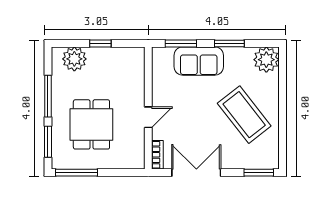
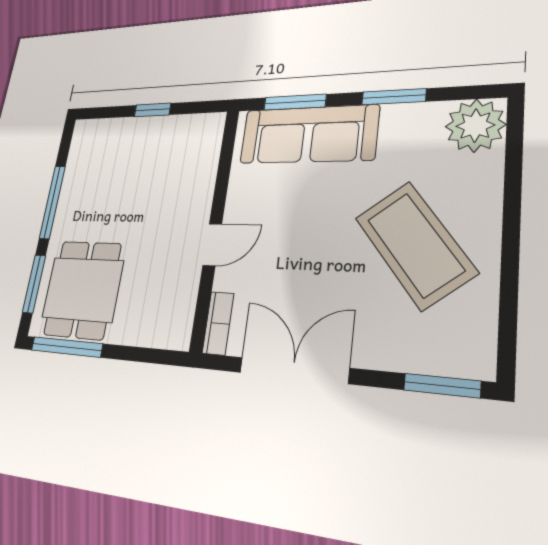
plant: (74, 59) -> (106, 138), removed
sofa: (199, 61) -> (308, 134), width x1.36
dining table: (91, 124) -> (82, 289), moved

